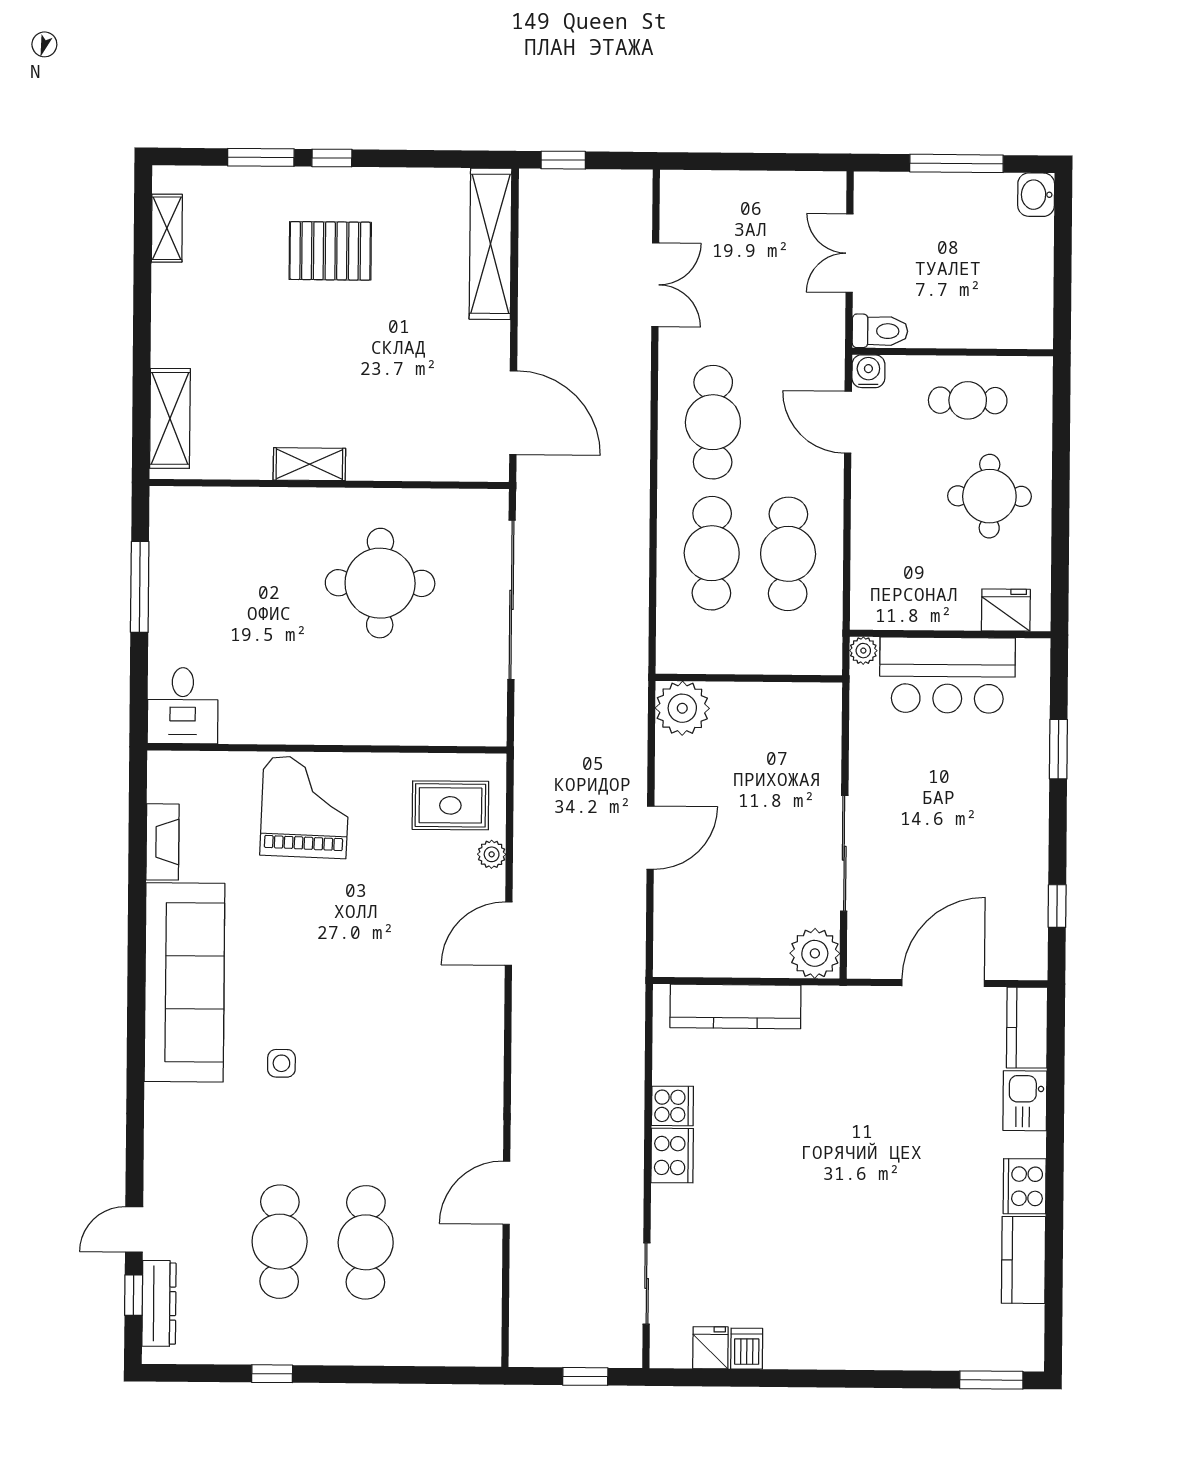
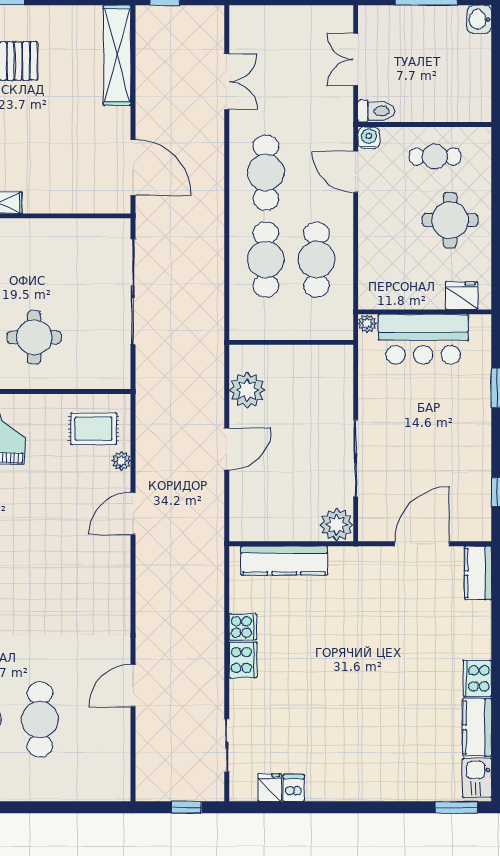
round table: (380, 583) -> (34, 337), moved, width x0.73, depth x0.73
plant: (682, 708) -> (247, 390), moved
kitchen sink: (1025, 1101) -> (477, 778), moved

